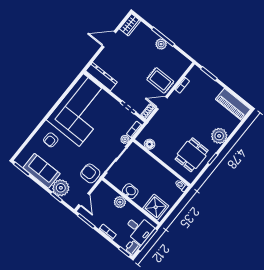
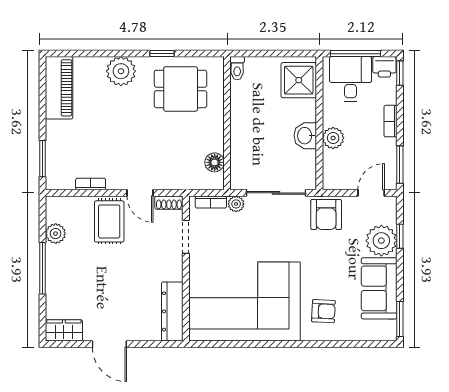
plant: (161, 44) -> (56, 234), moved

